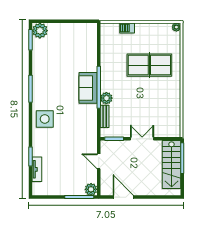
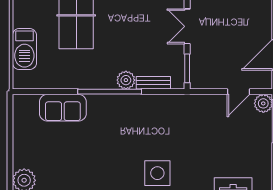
barbecue: (127, 28) -> (24, 49), width x1.88, depth x1.53
sofa: (88, 88) -> (63, 108), moved
door: (99, 161) -> (239, 92), moved

